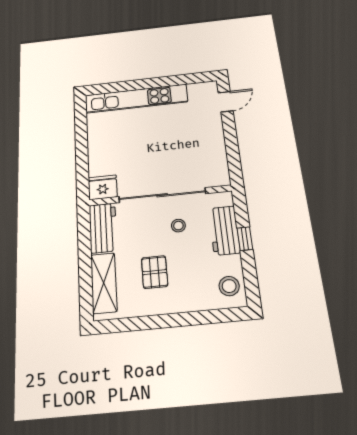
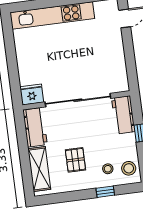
stool: (178, 226) -> (108, 169), moved
workbench: (224, 230) -> (123, 115), moved
window: (195, 318) -> (105, 192), added

